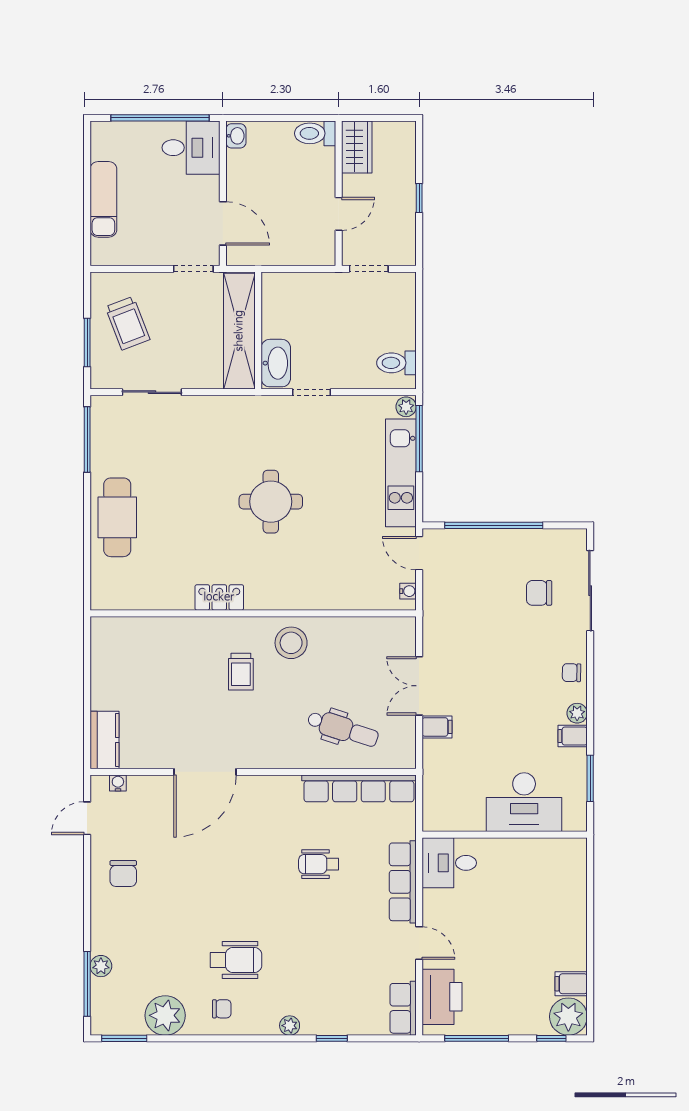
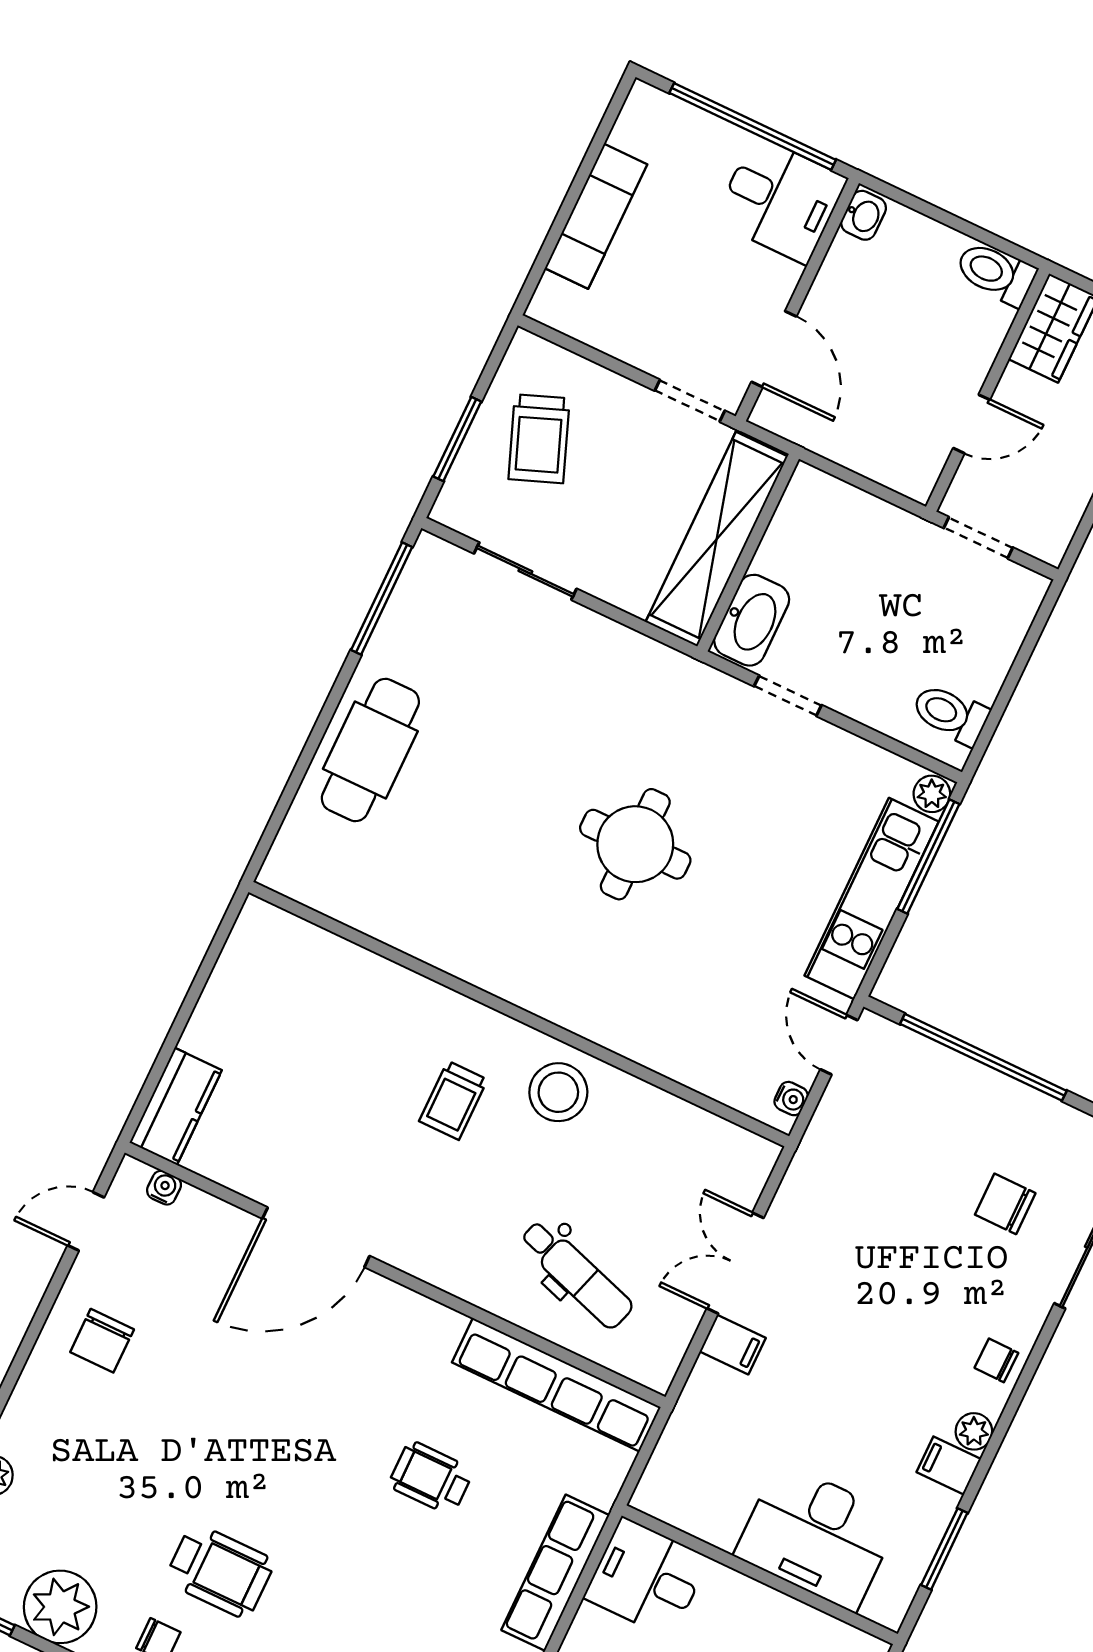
locker: (219, 597) -> (476, 962), removed

